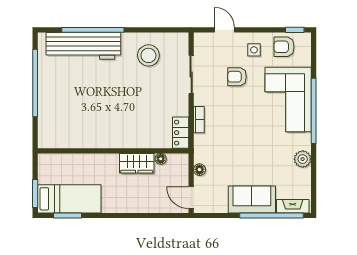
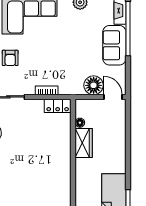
floor lamp: (199, 170) -> (94, 85), width x1.89, depth x1.89
door: (191, 198) -> (113, 97), swing flipped

